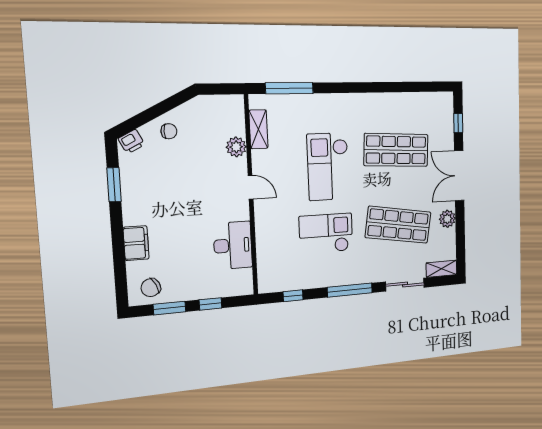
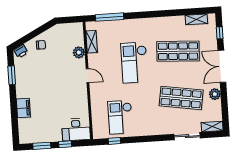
shelving: (425, 100) -> (196, 19), added
checkout: (326, 233) -> (120, 117), moved, turned -90
desk: (233, 245) -> (76, 130), moved, turned 90
chair: (151, 288) -> (31, 134), removed
window: (350, 290) -> (150, 139), removed

